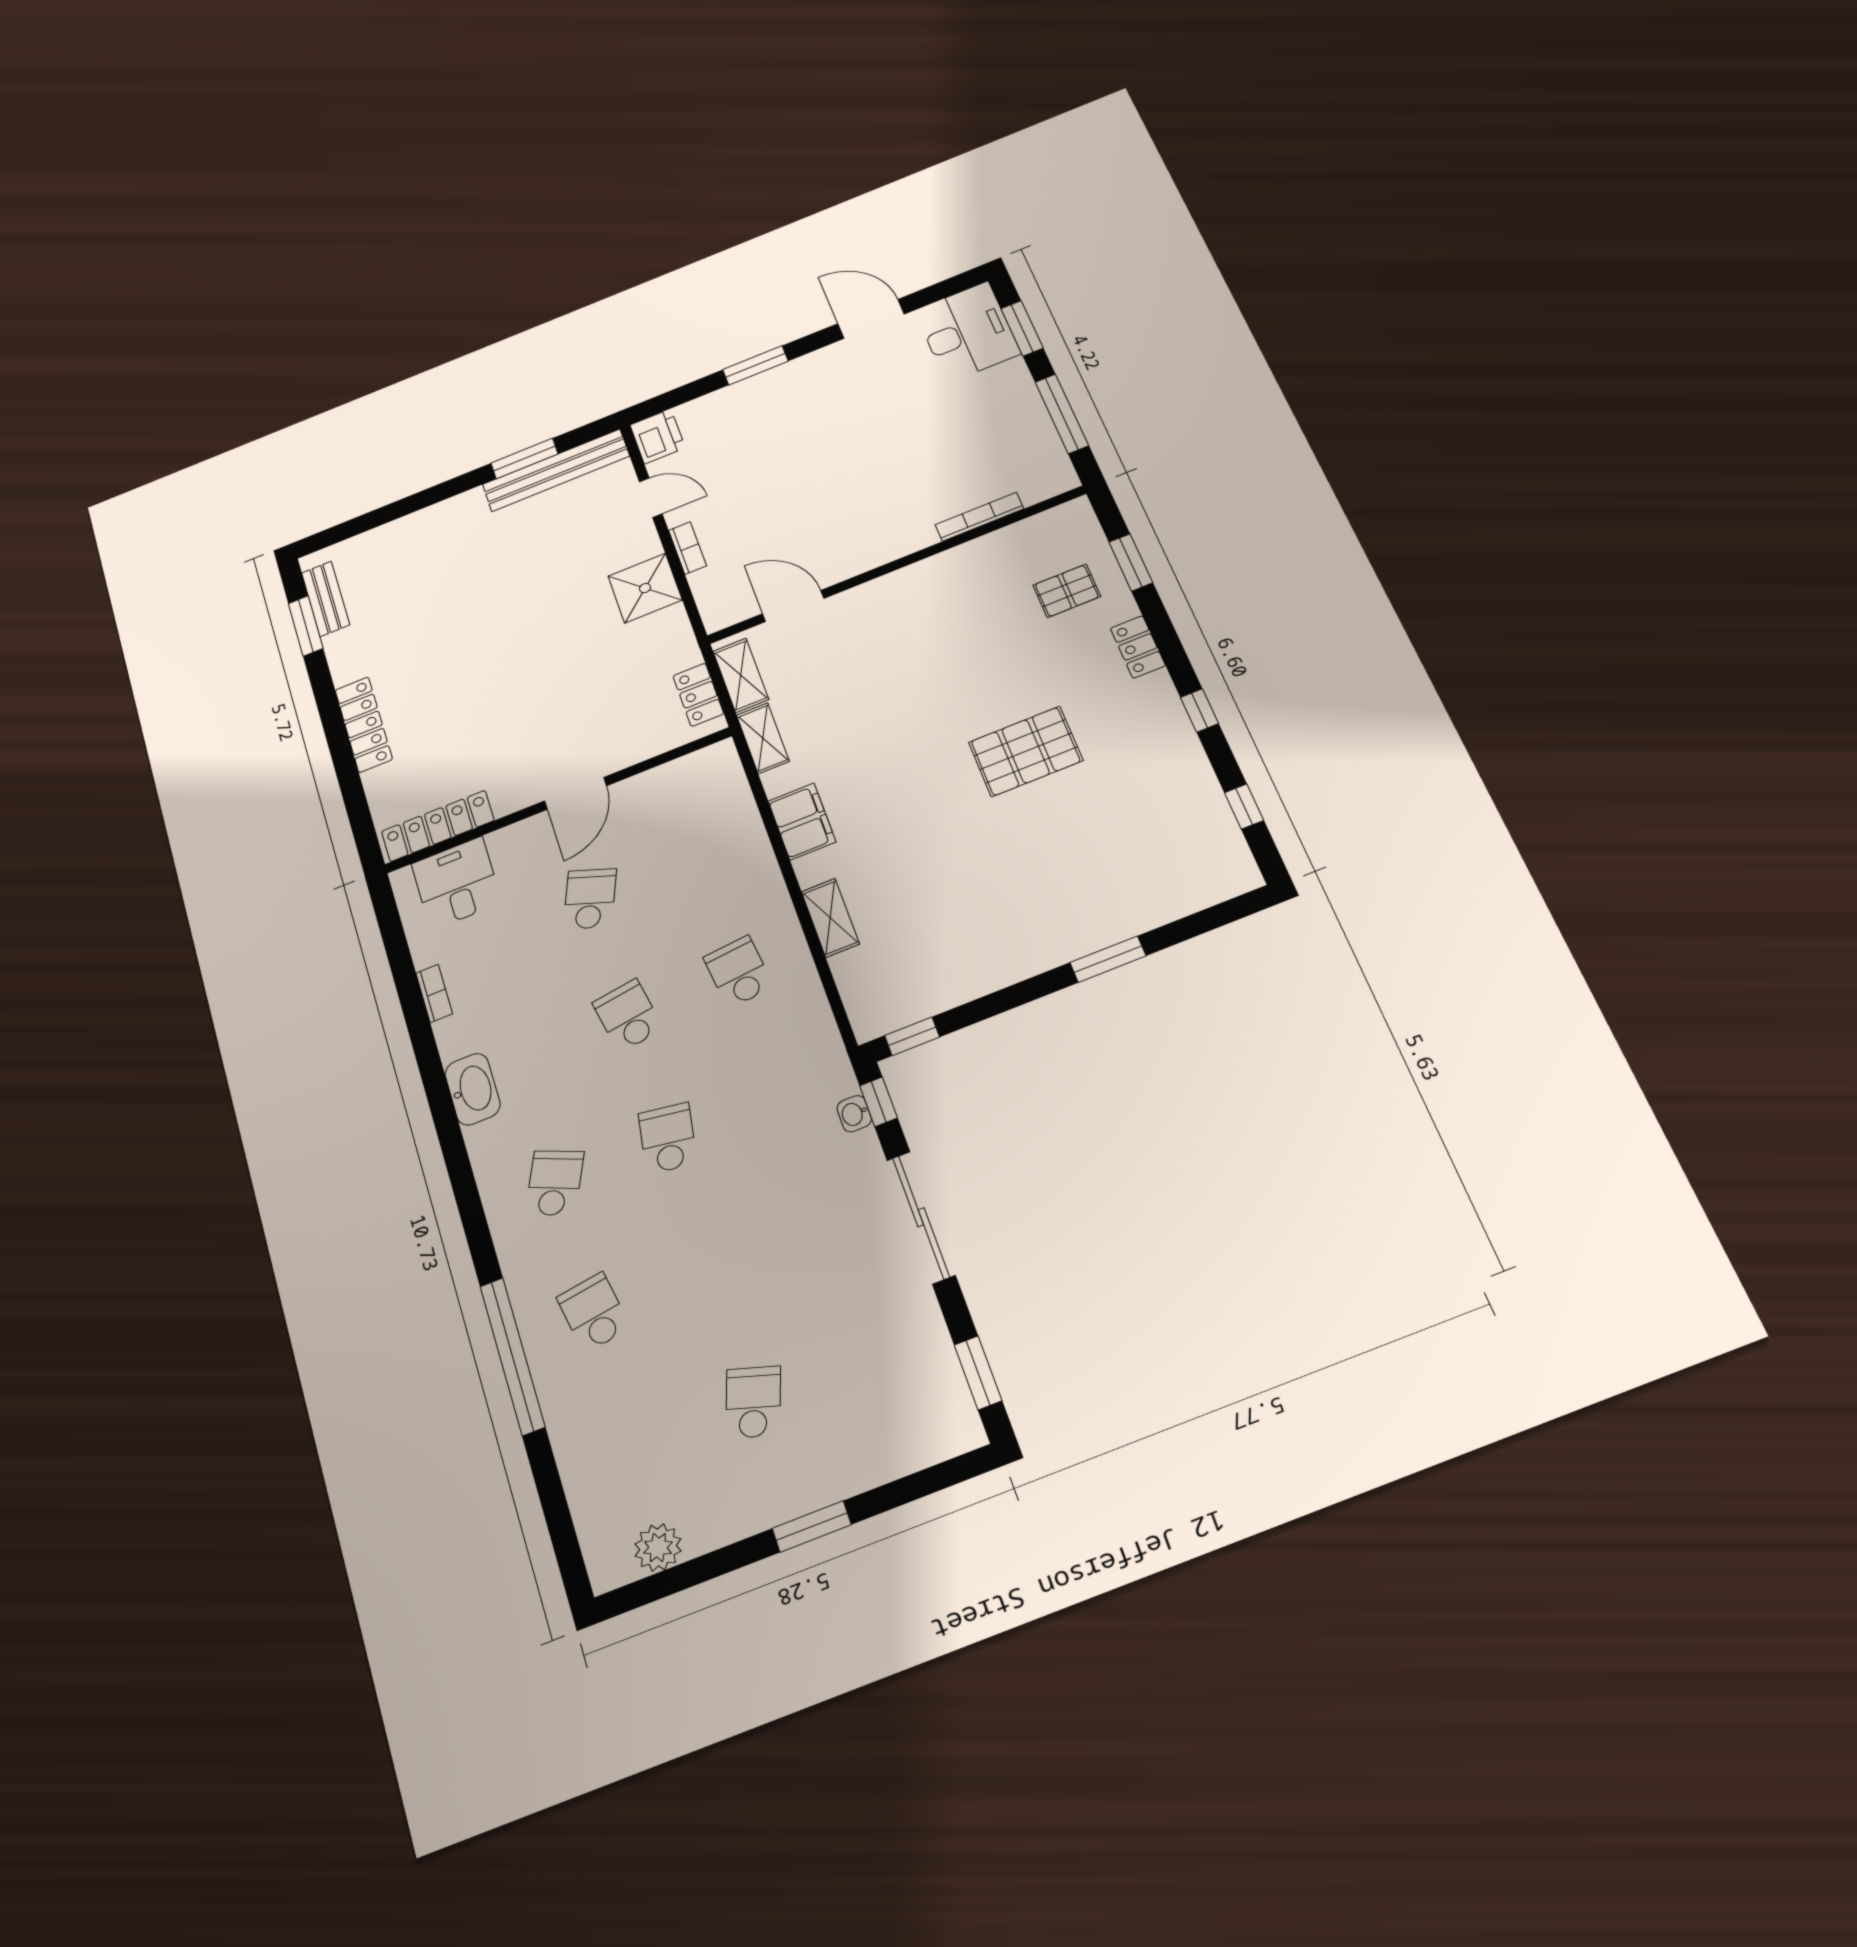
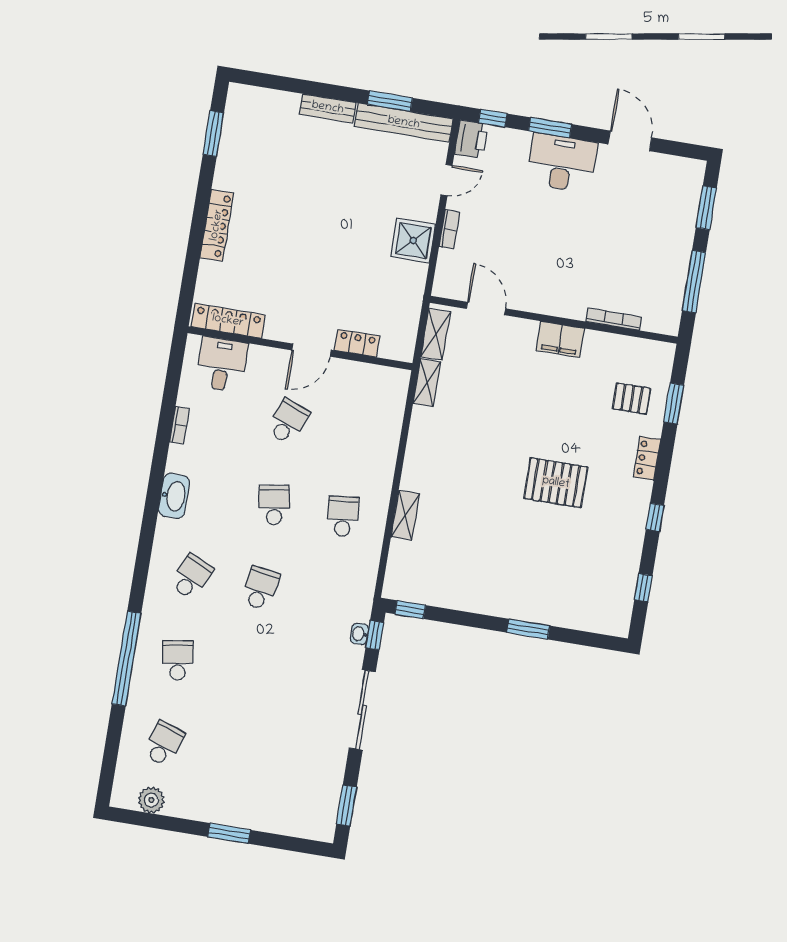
desk: (967, 332) -> (562, 163), moved, turned -90
window: (673, 399) -> (493, 118), added
door: (651, 498) -> (446, 180), hinge flipped
bench: (326, 599) -> (328, 108), moved, turned 90
locker: (698, 695) -> (357, 343), moved, turned 90
filing cabinet: (802, 822) -> (560, 339), moved, turned 90
school desk: (753, 1402) -> (164, 744), moved

